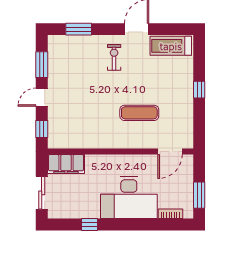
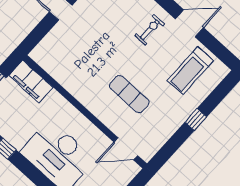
treadmill: (171, 46) -> (190, 71), moved, turned -90
window: (42, 129) -> (37, 35), removed

